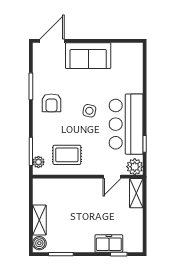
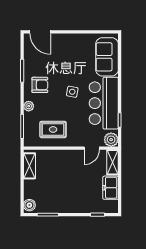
door: (52, 41) -> (40, 32), swing flipped
sofa: (88, 56) -> (107, 57), moved, turned 90
armchair: (51, 103) -> (40, 85), turned -90
plant: (38, 162) -> (29, 106), moved
shelving: (39, 220) -> (29, 166), moved
freezer: (109, 243) -> (111, 188), moved, turned -90

